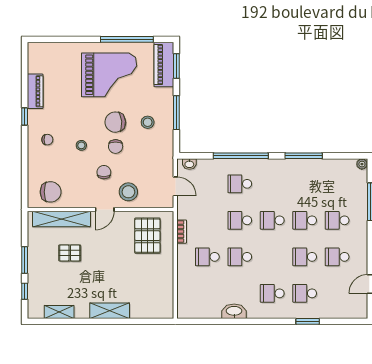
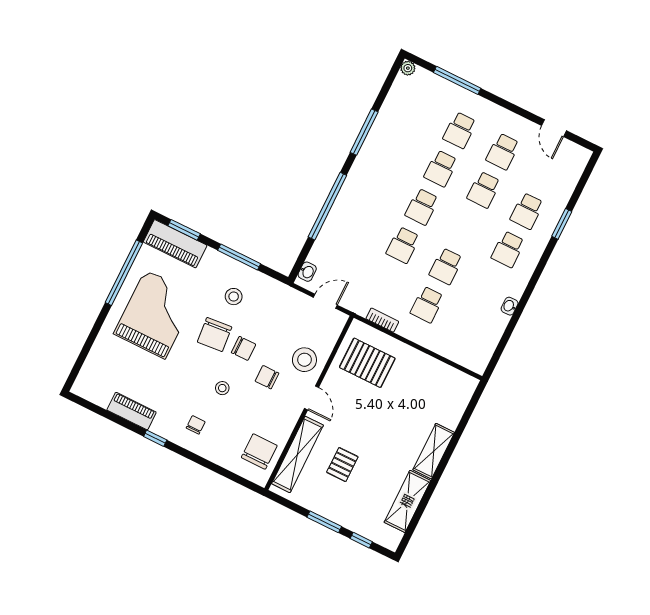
school desk: (240, 184) -> (360, 224), removed
washbasin: (234, 311) -> (510, 306), width x0.52, depth x0.69
shelving: (59, 312) -> (407, 501), width x1.50, depth x1.33

